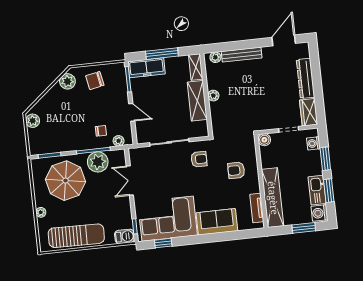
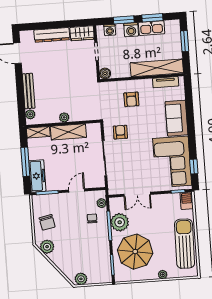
washing machine: (319, 213) -> (131, 30), moved

